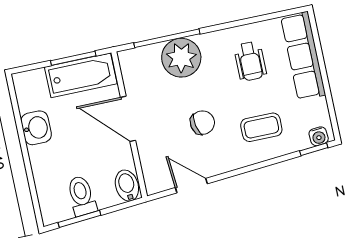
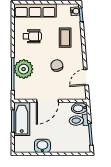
toilet: (82, 196) -> (79, 120), moved

